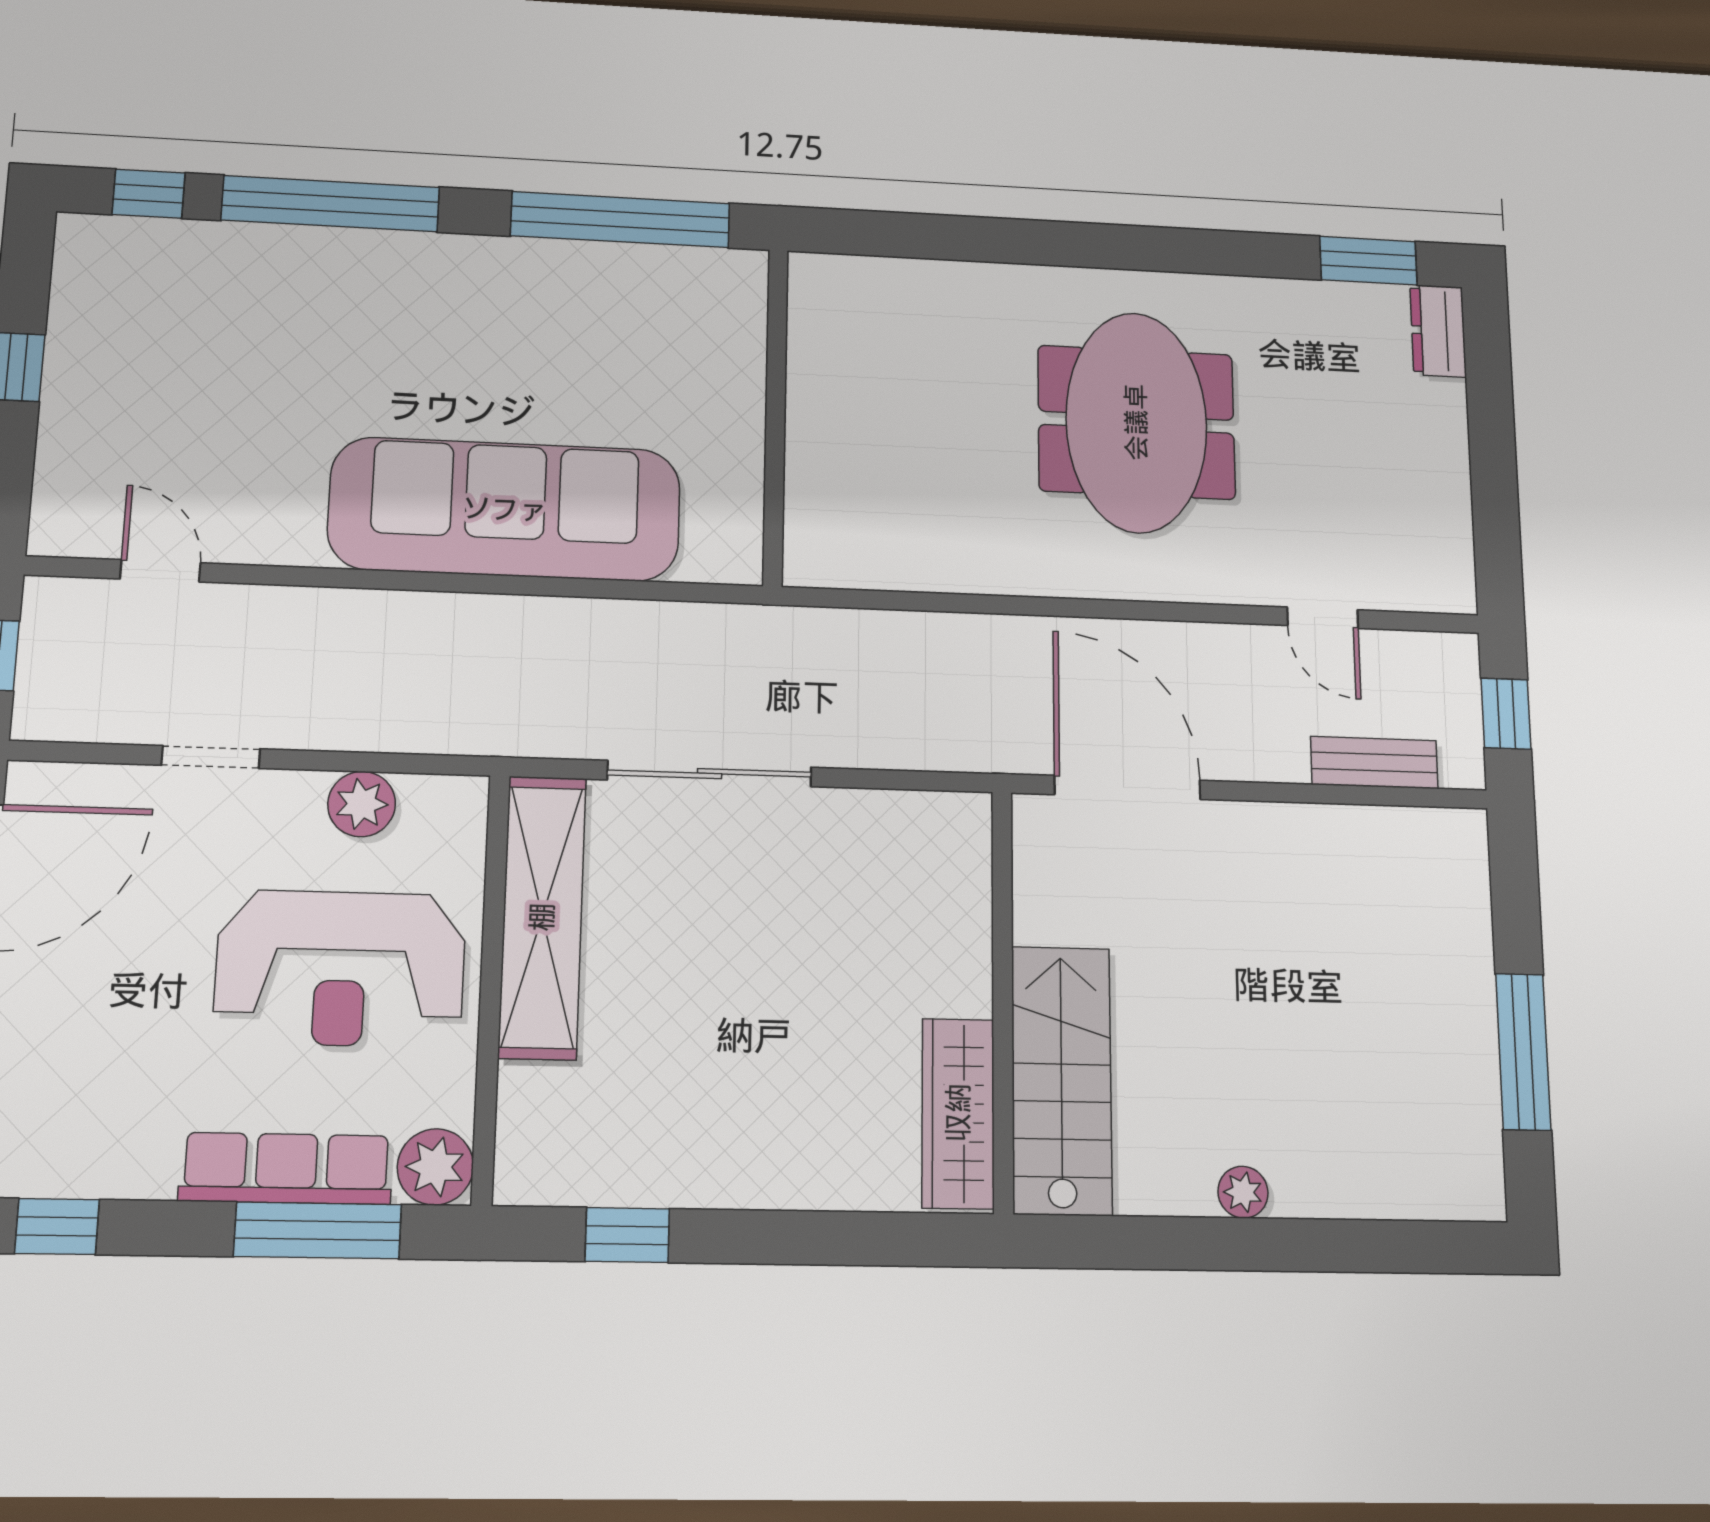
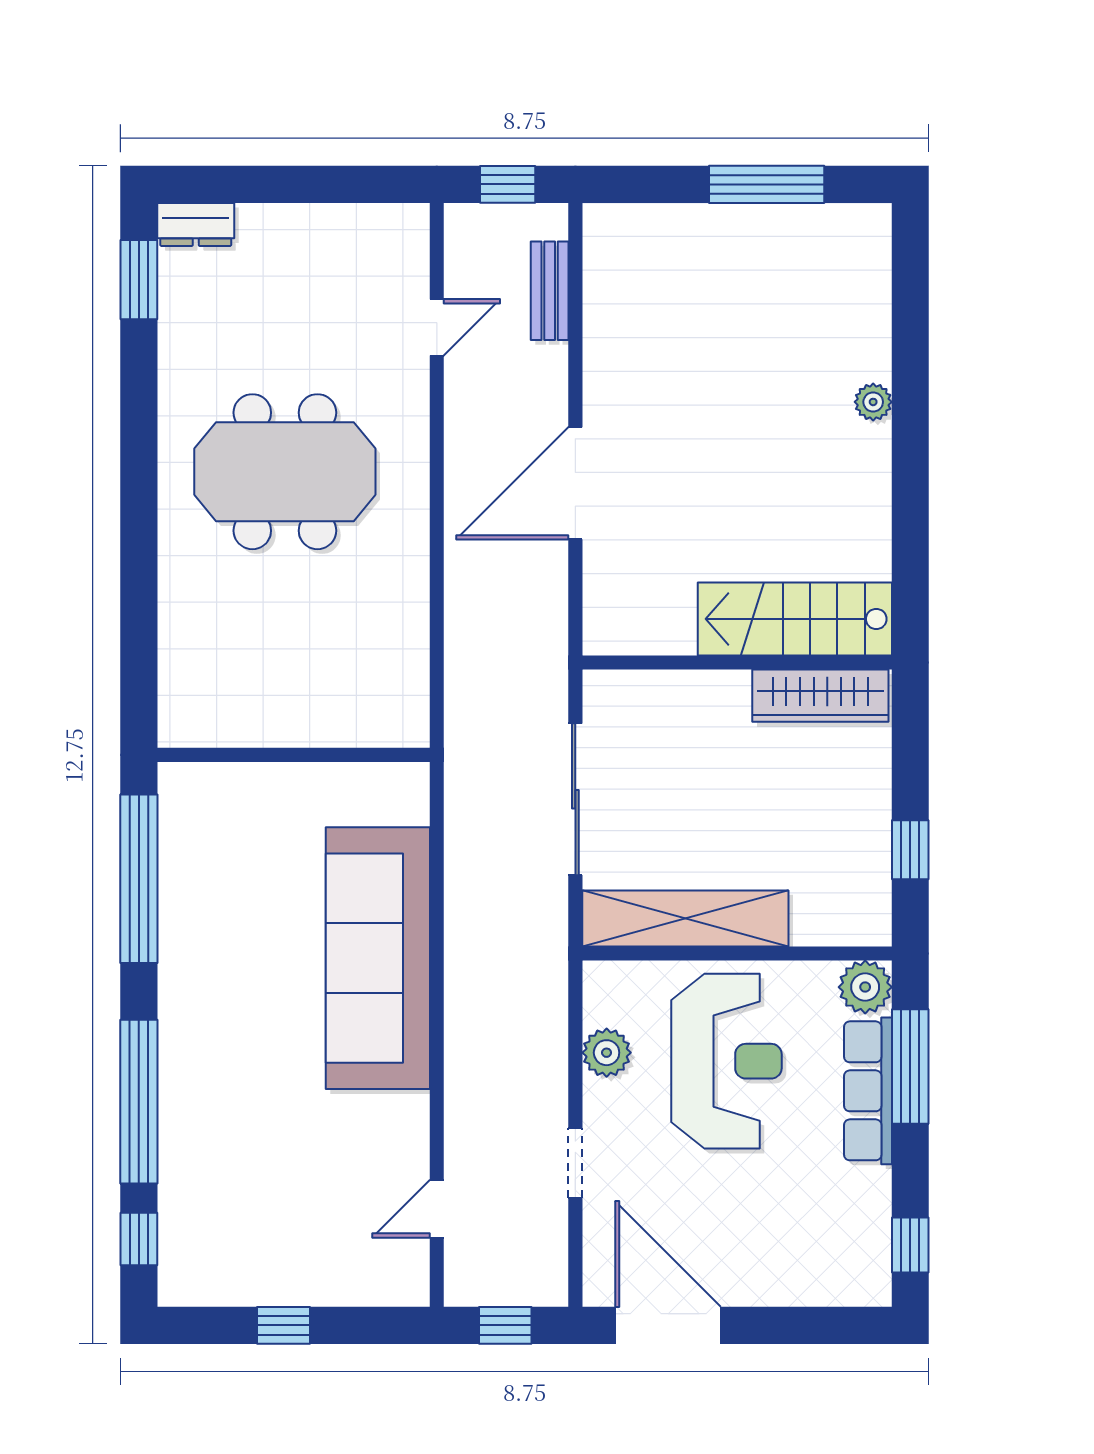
wall: (1003, 999) -> (737, 662), moved
stairs: (1062, 1080) -> (795, 619), moved
wardrobe: (958, 1113) -> (820, 696), moved

